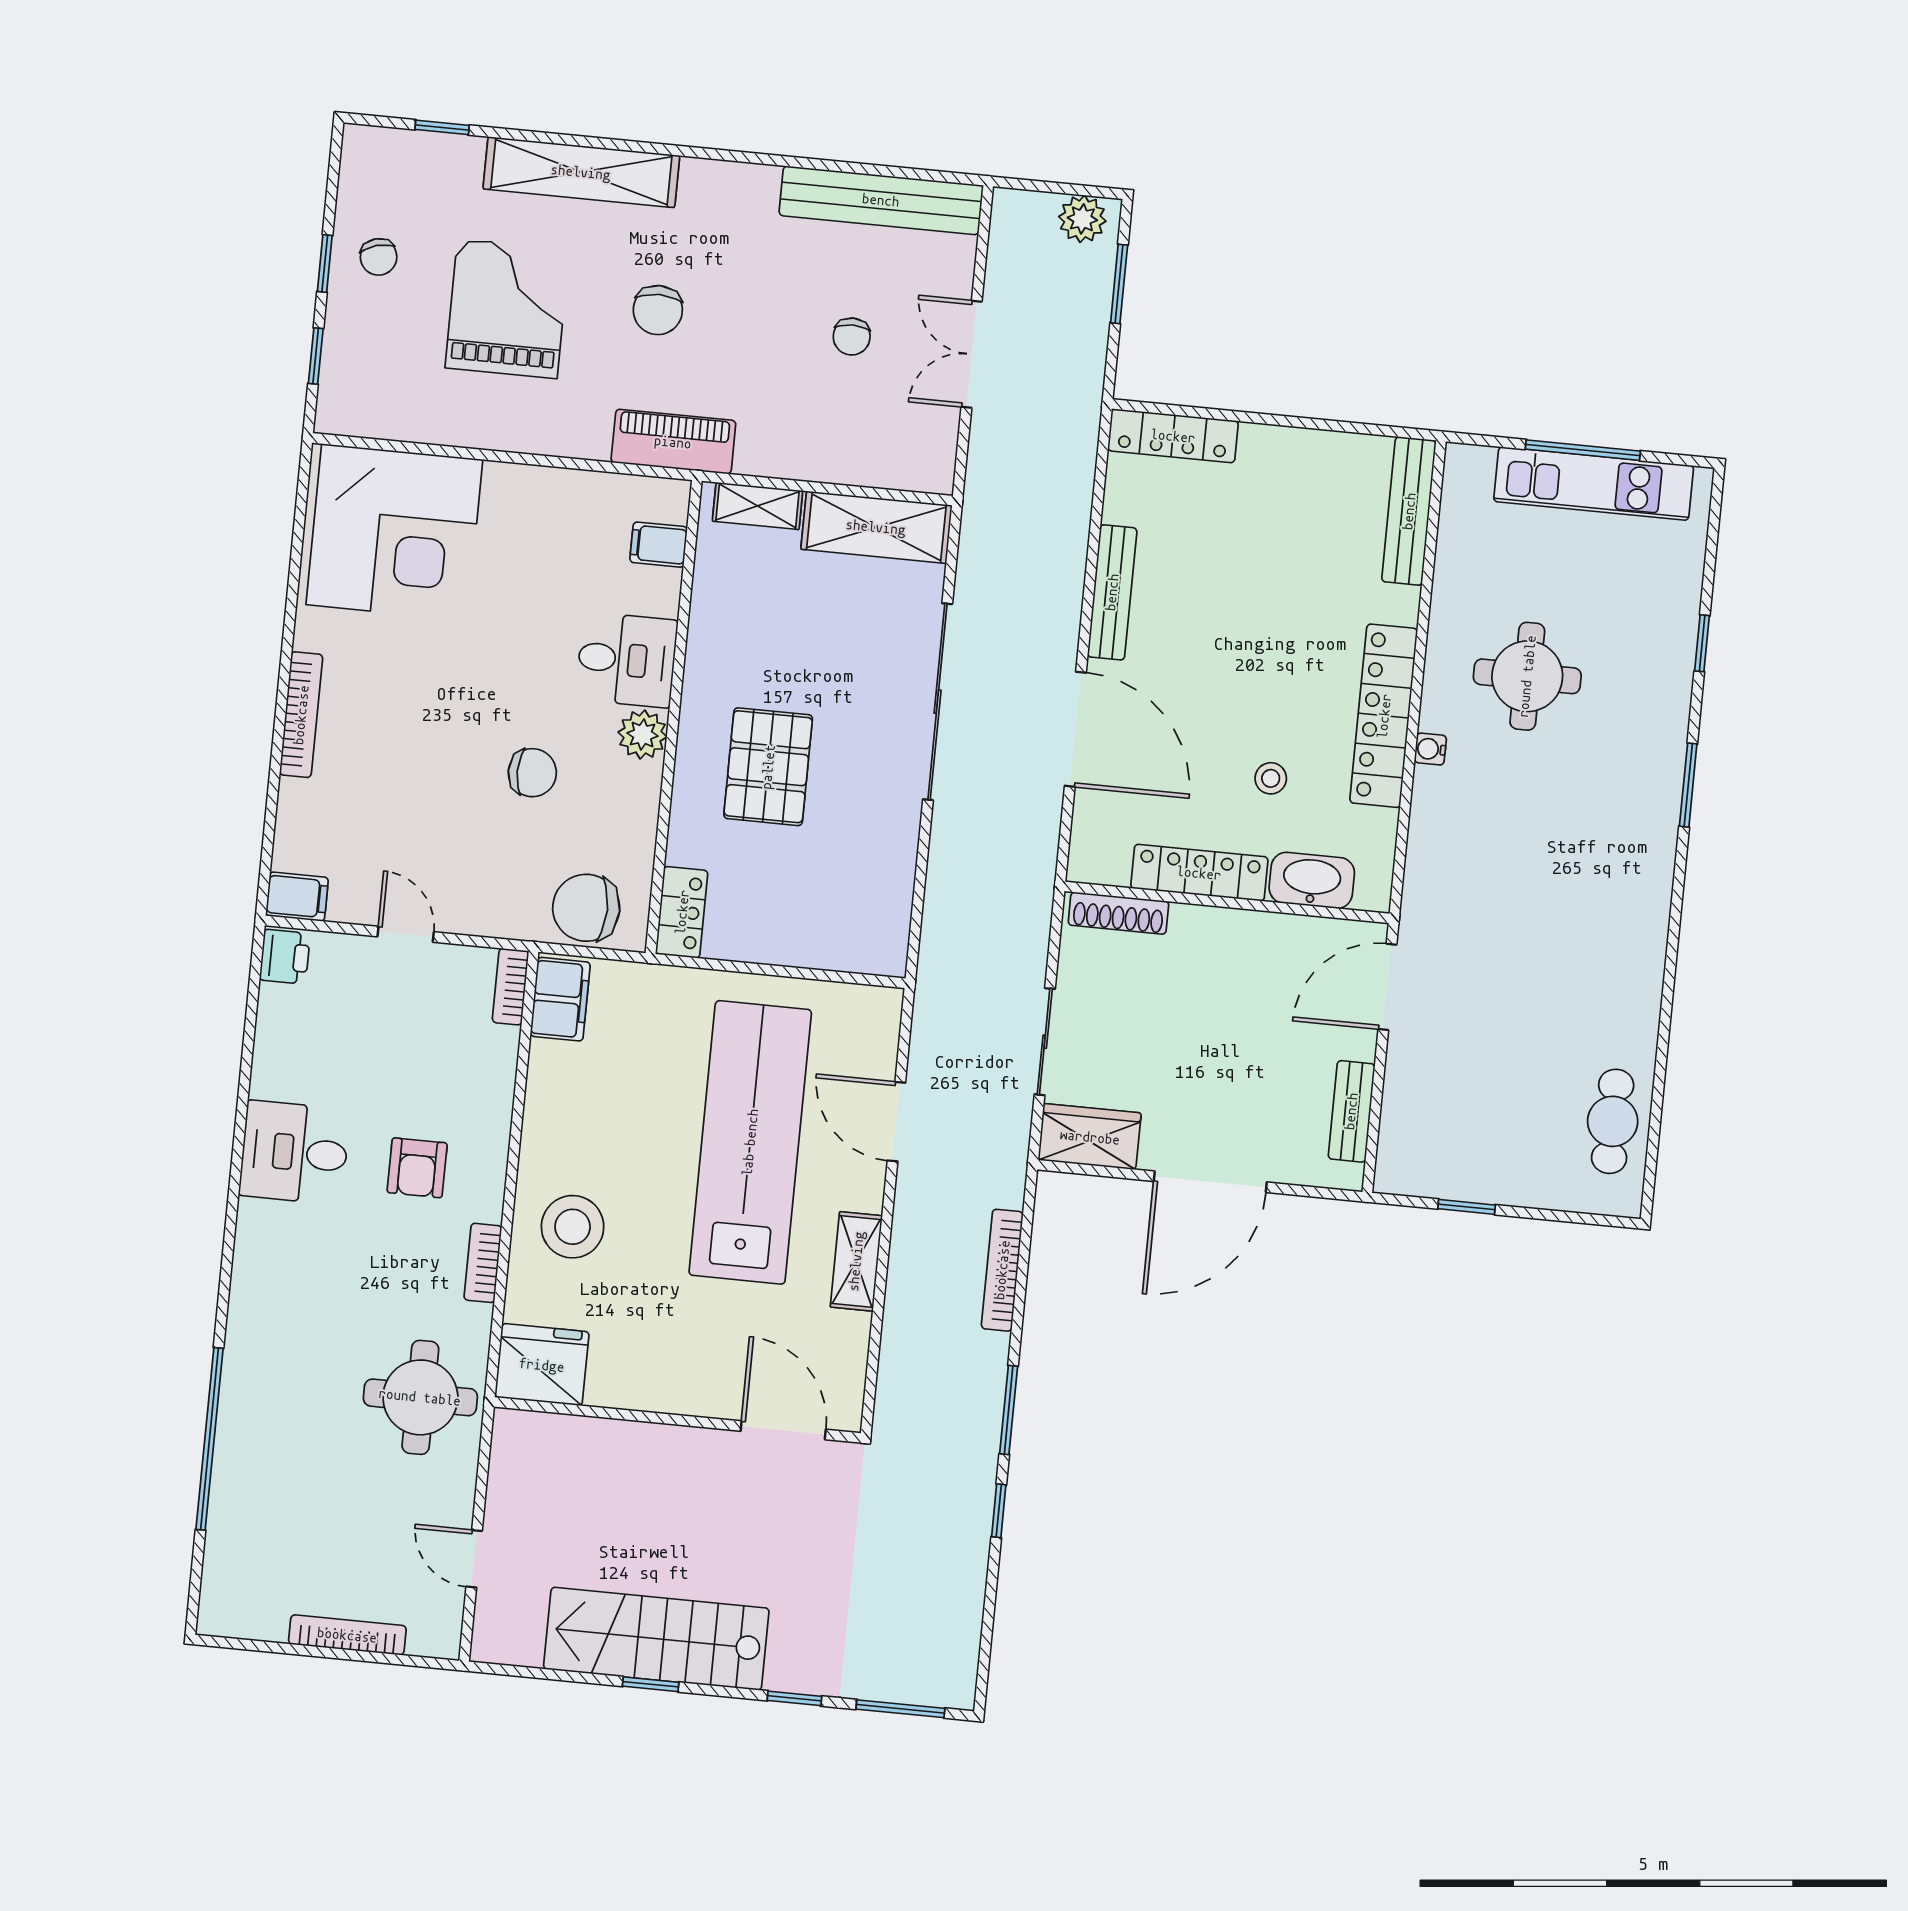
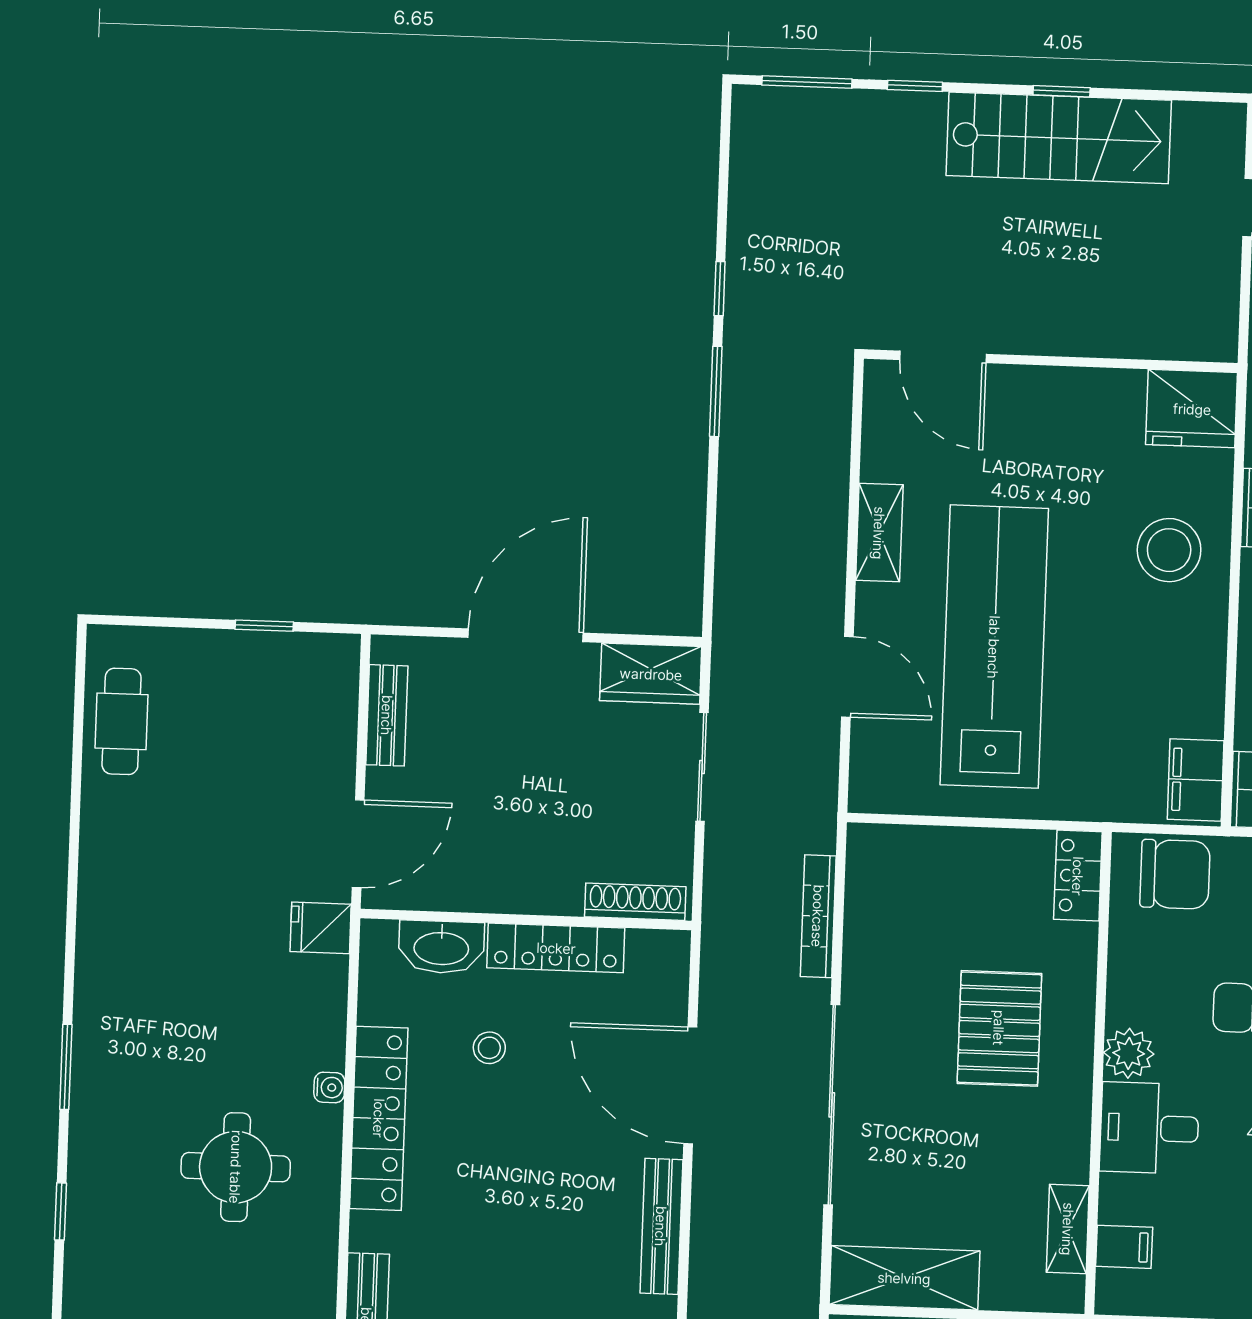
shelving: (758, 506) -> (1068, 1229), moved, turned 90
fridge: (1429, 906) -> (321, 928), added
lab bench: (750, 1142) -> (994, 647), turned 180
bookcase: (1002, 1270) -> (818, 916), moved, turned 180

